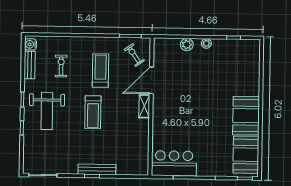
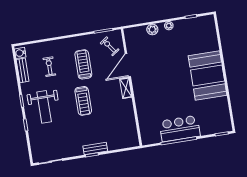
booth: (246, 116) -> (208, 75), width x1.36, depth x1.42
booth: (246, 155) -> (219, 114), removed
bar counter: (174, 163) -> (180, 129), moved
bench: (97, 169) -> (95, 149), width x0.73

